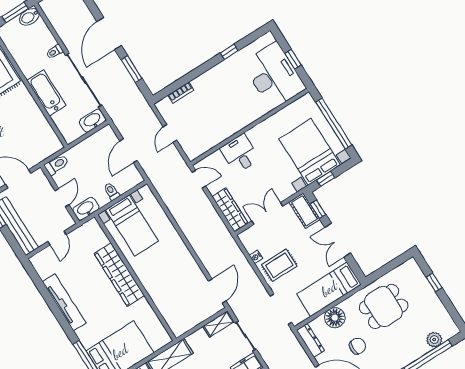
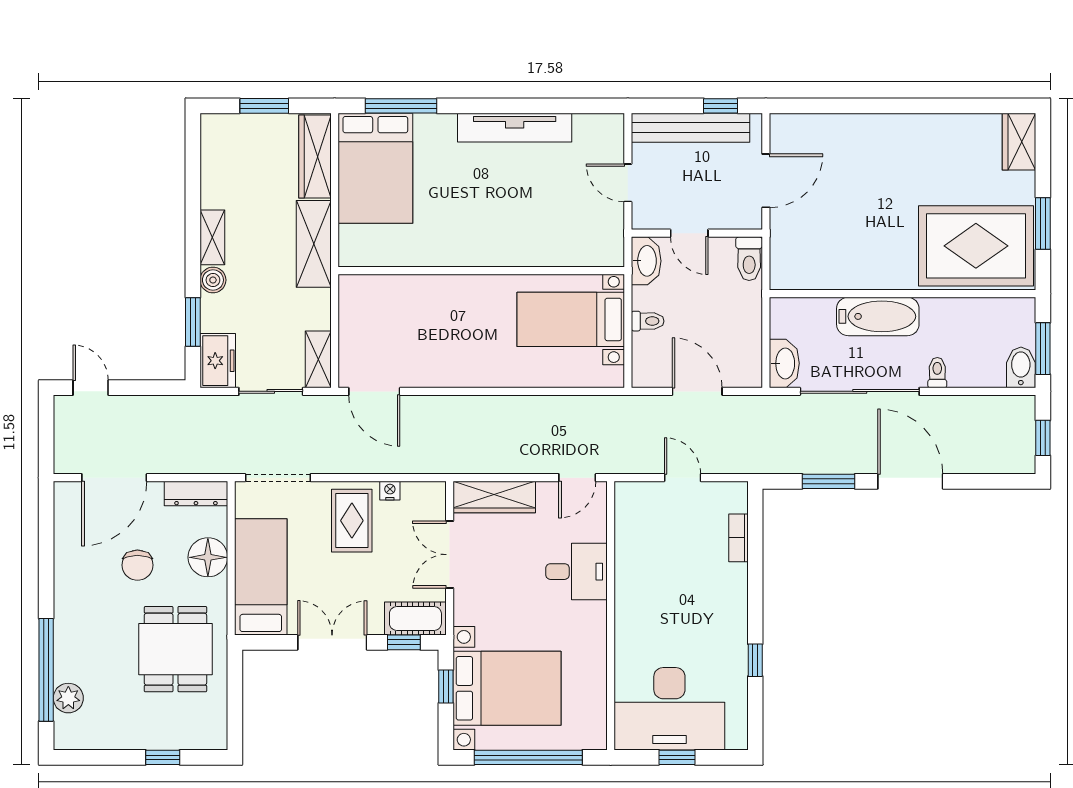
double door: (267, 213) -> (450, 555), swing flipped
wardrobe: (119, 275) -> (503, 247), removed

